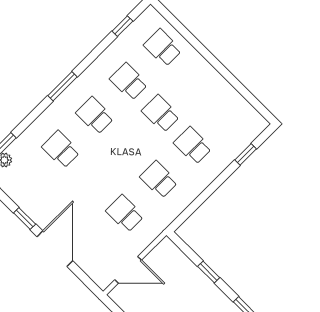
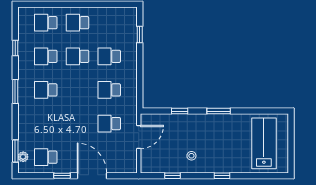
window: (122, 26) -> (15, 48), moved
school desk: (195, 80) -> (77, 23), added
school desk: (61, 149) -> (46, 157), moved
door: (128, 270) -> (139, 137), moved

